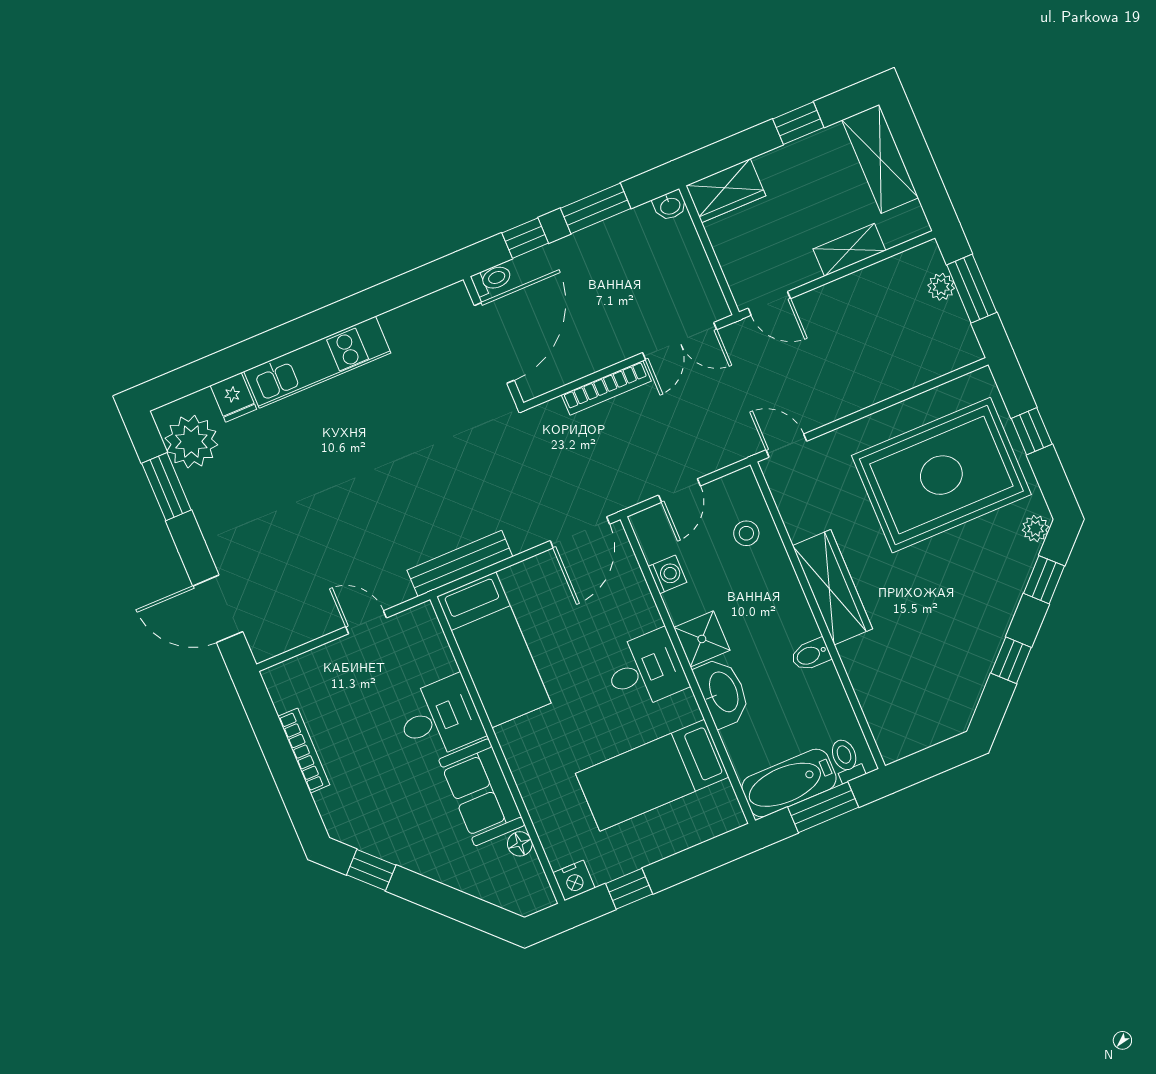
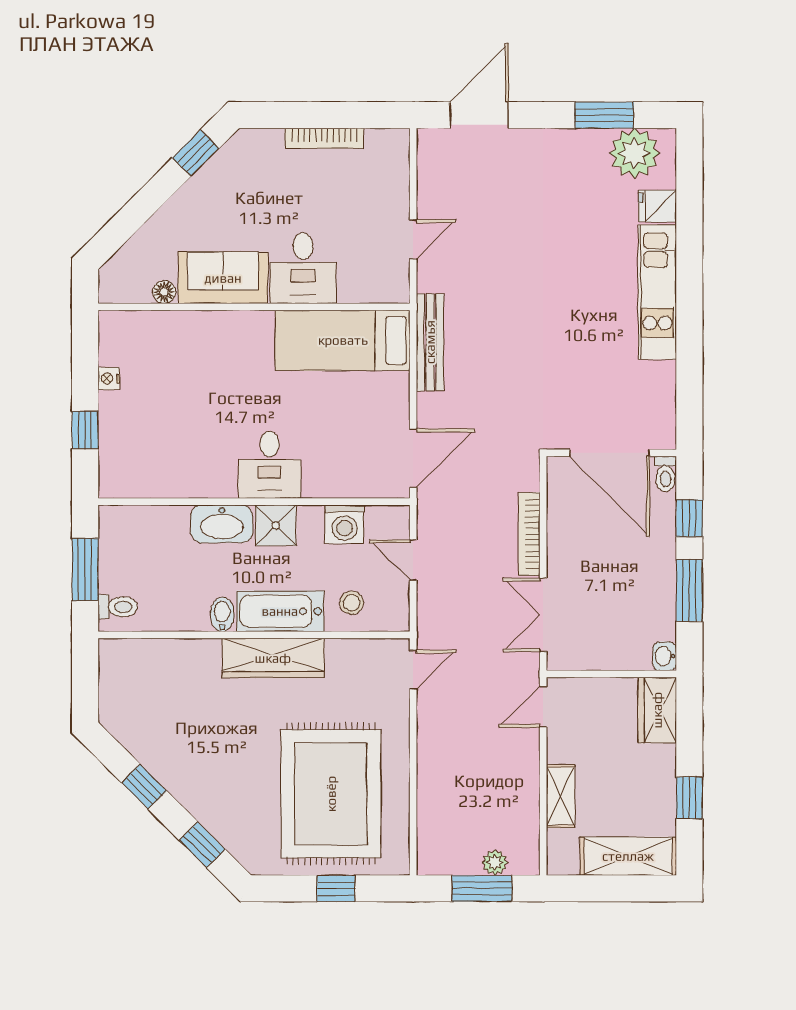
plant: (1035, 529) -> (250, 856), removed
door: (580, 532) -> (413, 458), swing flipped
washing machine: (667, 574) -> (345, 524), width x1.38, depth x1.38
bed: (652, 775) -> (175, 432), removed
bathtub: (789, 783) -> (280, 611), moved, turned -90
nightstand: (574, 880) -> (109, 379), moved, width x0.72, depth x0.74
window: (629, 889) -> (85, 430), moved

